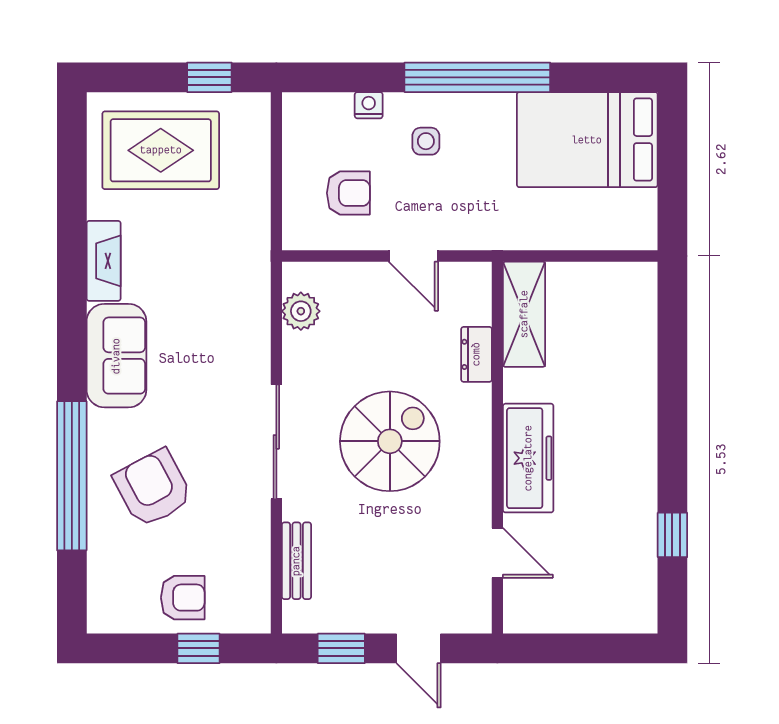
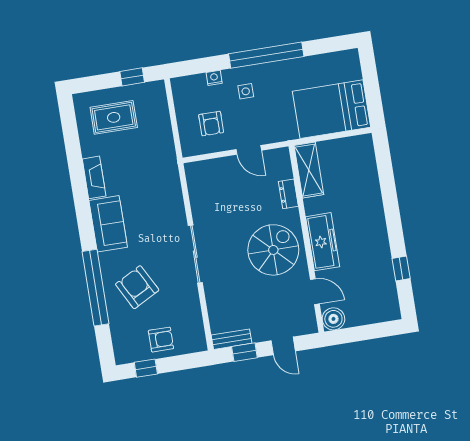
bed: (587, 140) -> (331, 109), moved
rug: (161, 150) -> (114, 117), width x0.73, depth x0.70
armchair: (348, 193) -> (211, 124), turned 90
plant: (301, 311) -> (197, 187), removed
spiral stairs: (390, 441) -> (273, 250), moved
bench: (296, 561) -> (232, 339), moved, turned 90
boiler: (525, 612) -> (333, 319), added
window: (198, 648) -> (146, 368), moved

